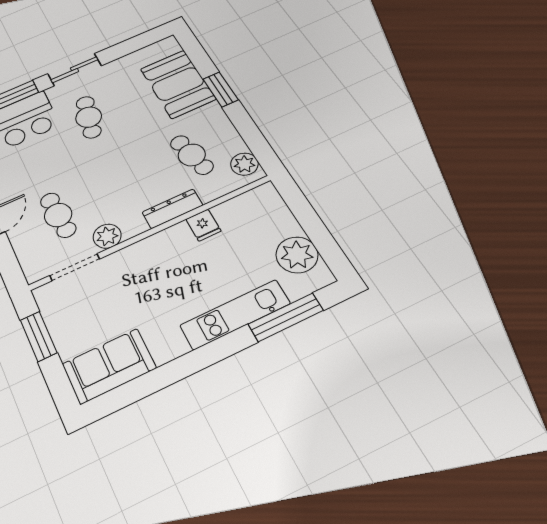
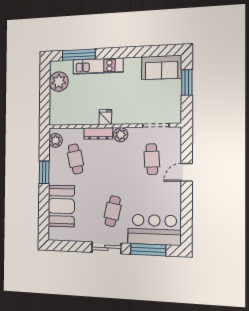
window: (221, 89) -> (44, 172), moved
fridge: (203, 225) -> (105, 117), moved
plant: (107, 236) -> (121, 135), moved
window: (39, 336) -> (187, 82), moved

